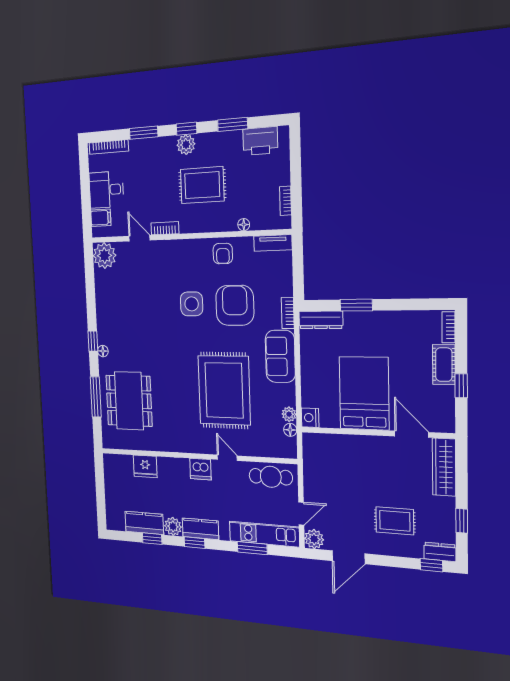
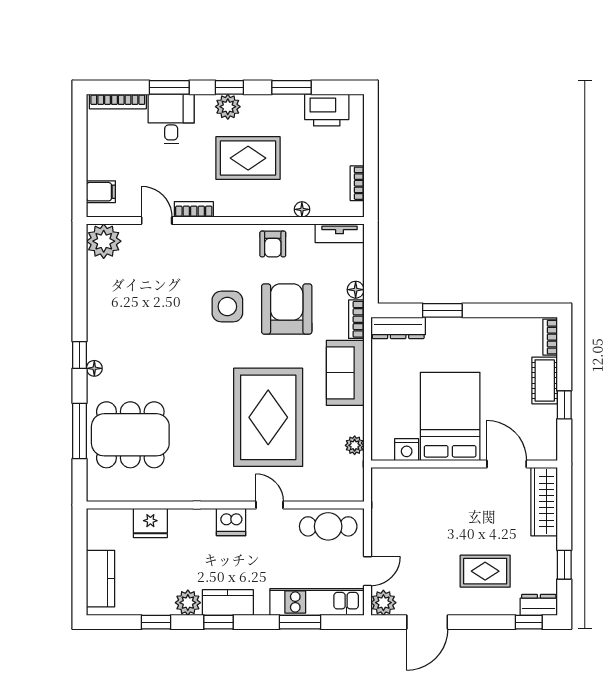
desk: (106, 190) -> (171, 119), moved, turned 90
dining table: (129, 401) -> (130, 435), turned 90
nightstand: (310, 418) -> (407, 450), moved, turned -90
floor lamp: (290, 430) -> (356, 290), moved
kitchen counter: (144, 523) -> (101, 579), moved, turned 90

